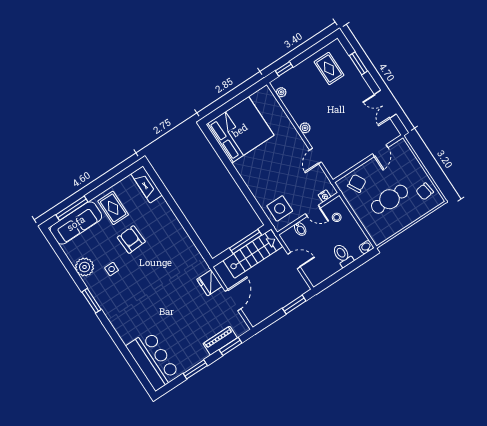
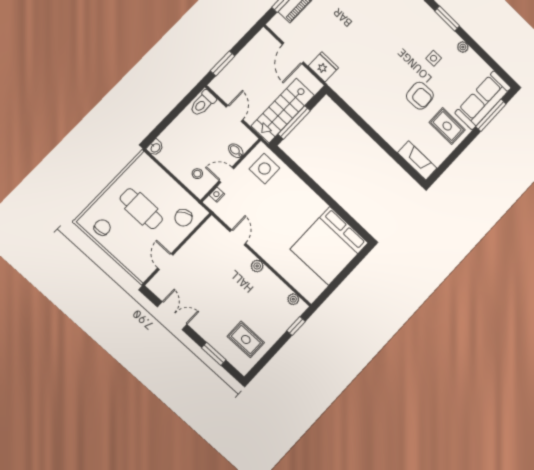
cafe table: (389, 199) -> (141, 209), turned 90
toilet: (343, 255) -> (203, 103), moved, turned 90
door: (294, 261) -> (234, 113), swing flipped
plant: (85, 267) -> (463, 47), width x0.53, depth x0.53

